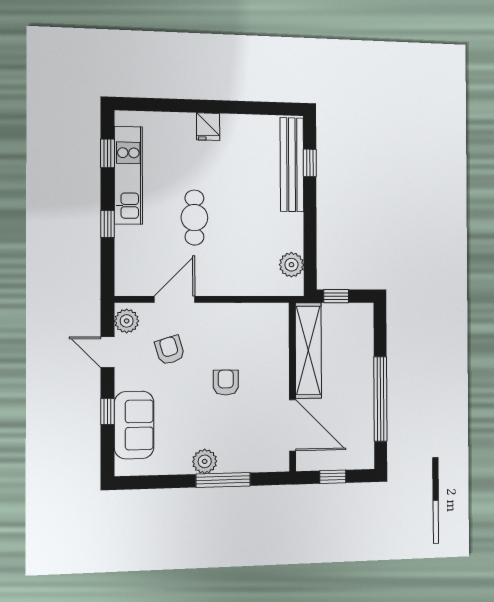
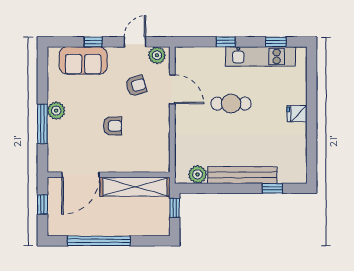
bench: (292, 165) -> (242, 175), moved

